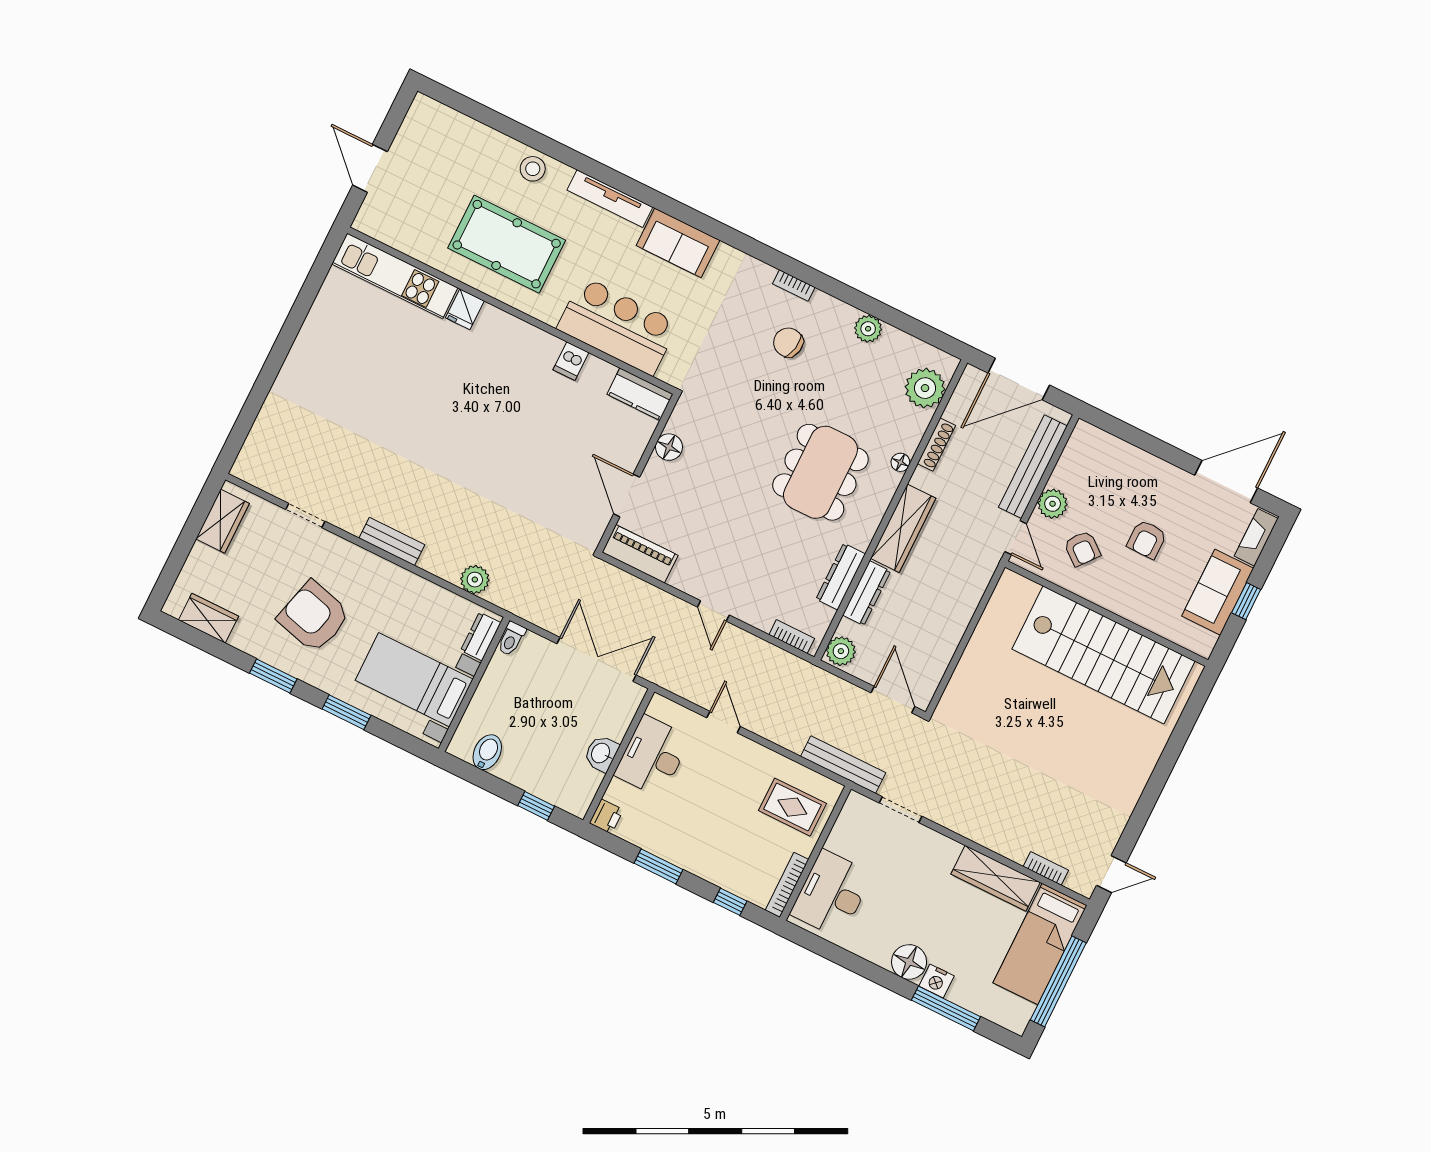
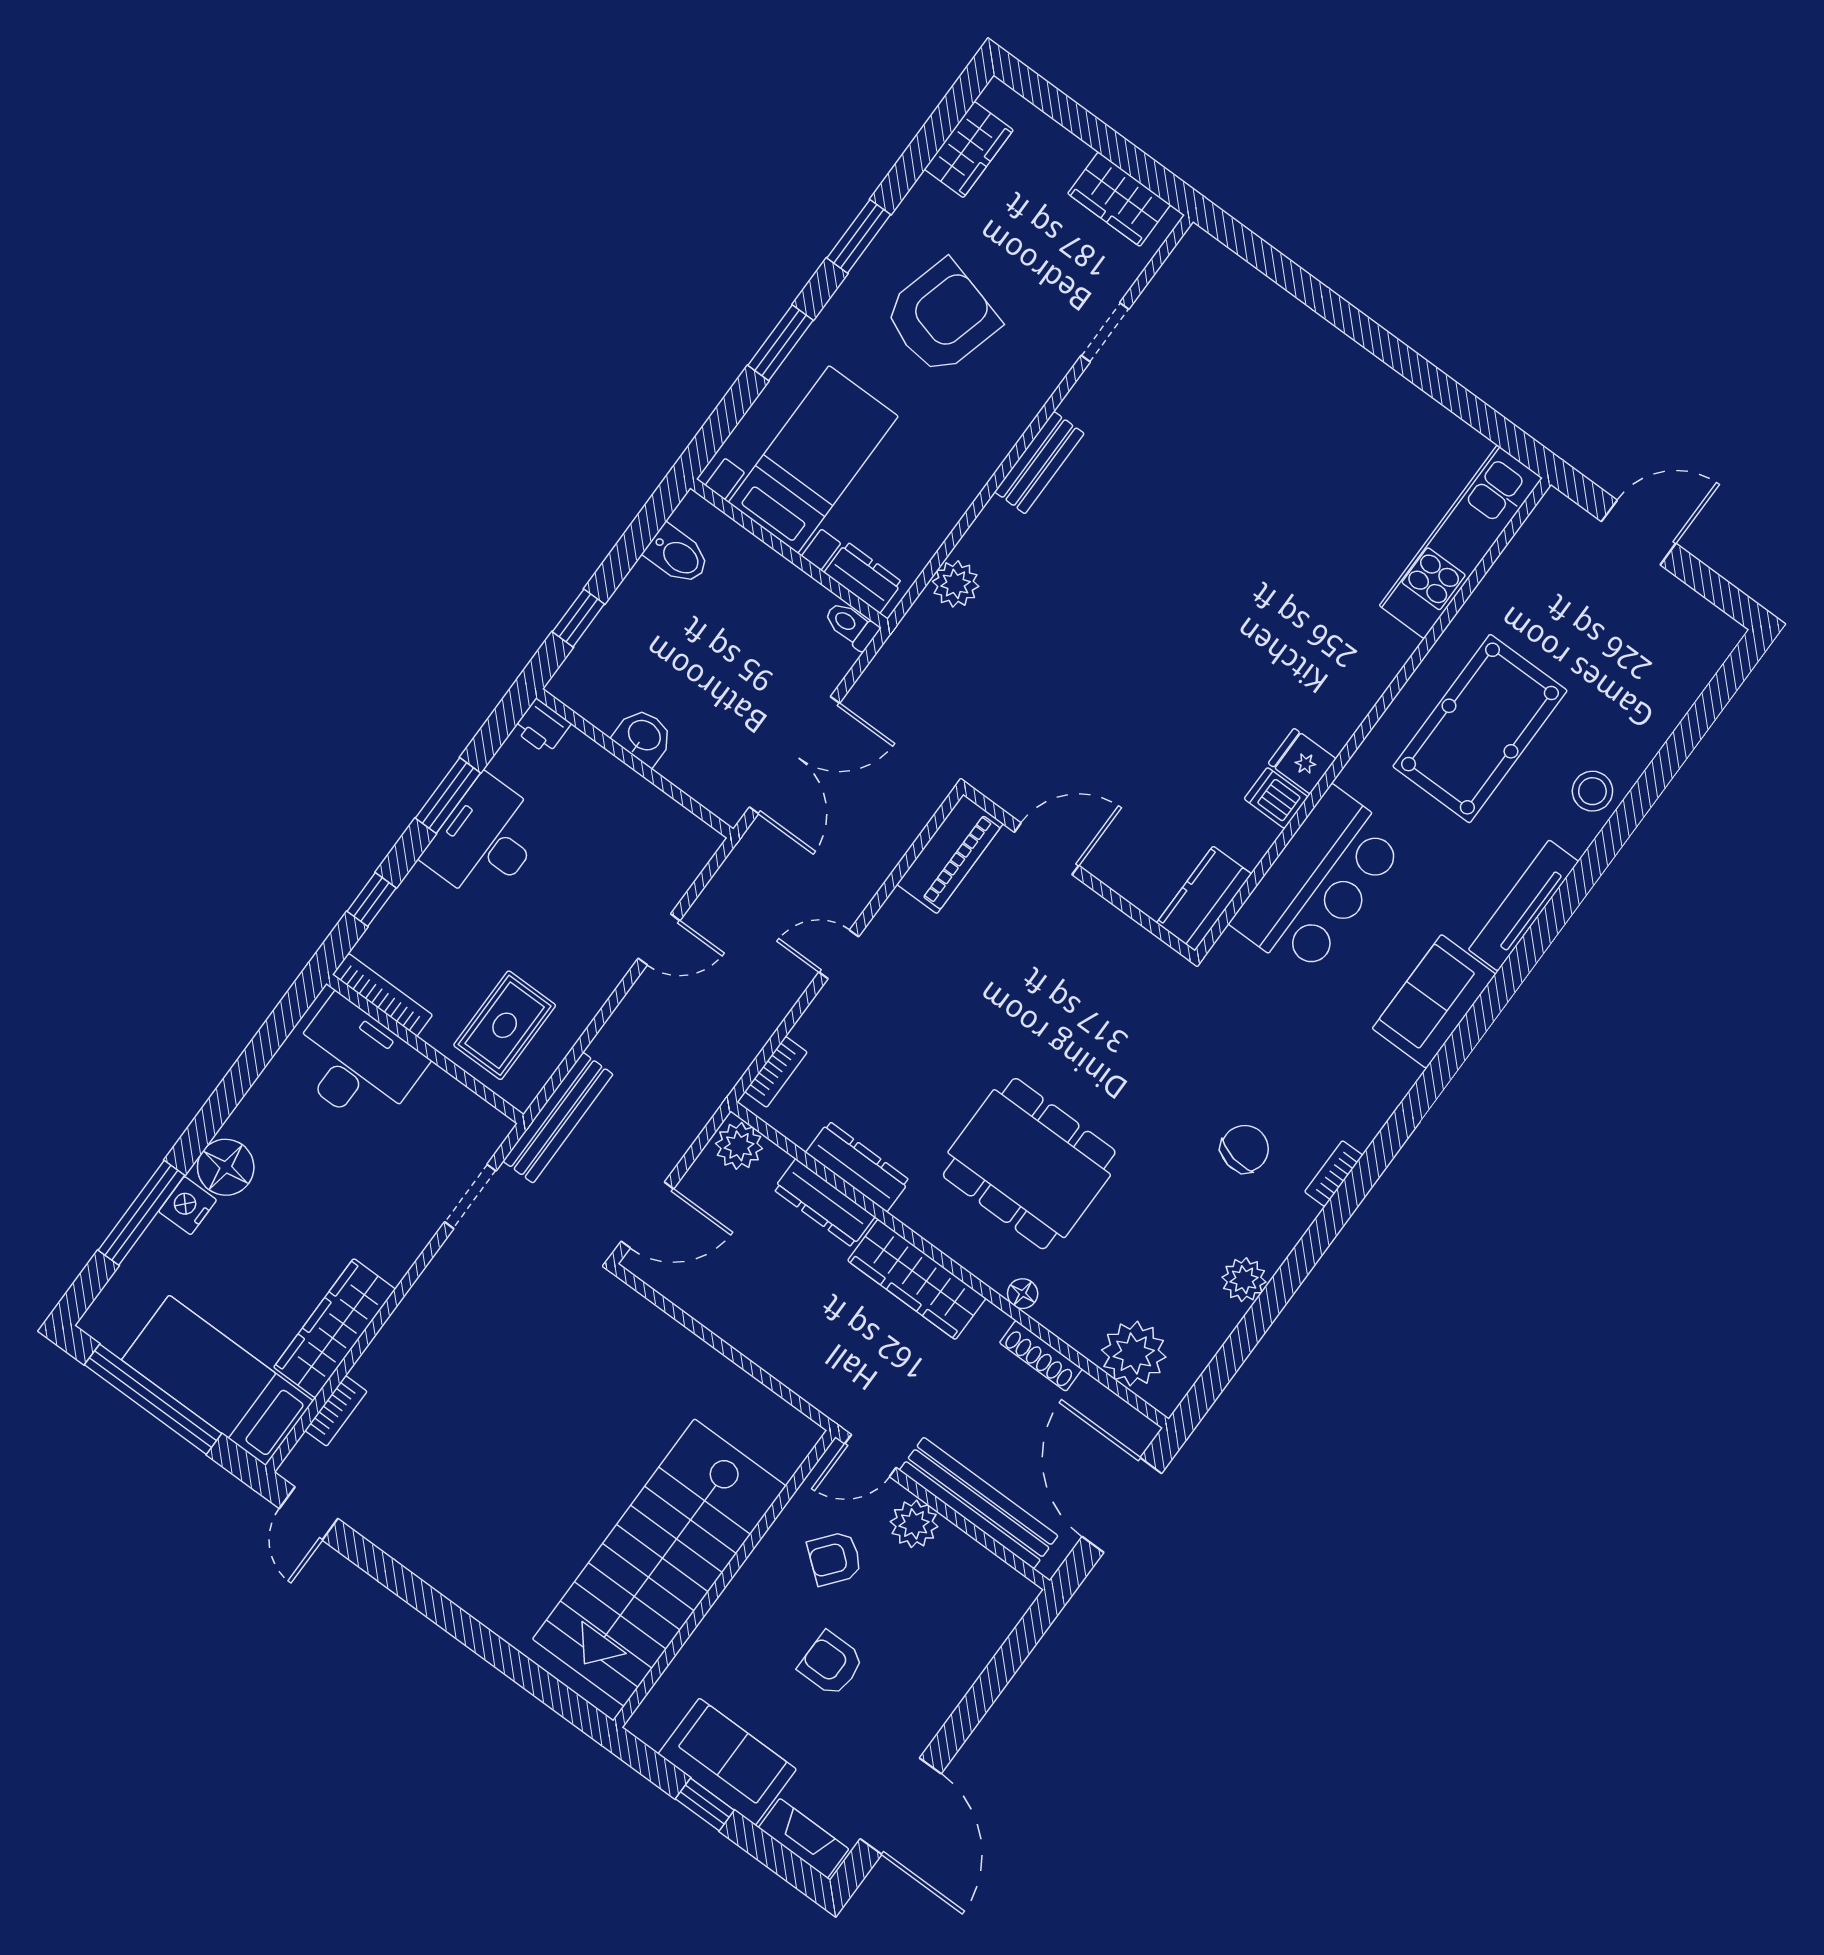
fridge: (465, 309) -> (1302, 761), moved
floor lamp: (669, 447) -> (1112, 930), removed
desk: (652, 756) -> (486, 840), moved, turned -90

